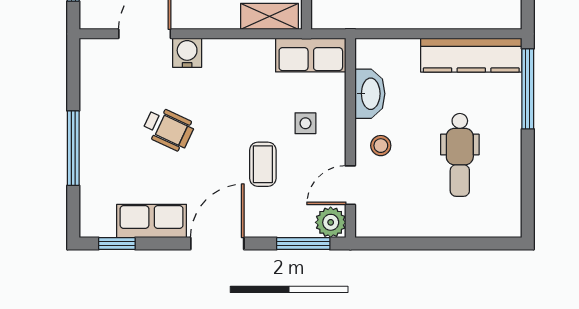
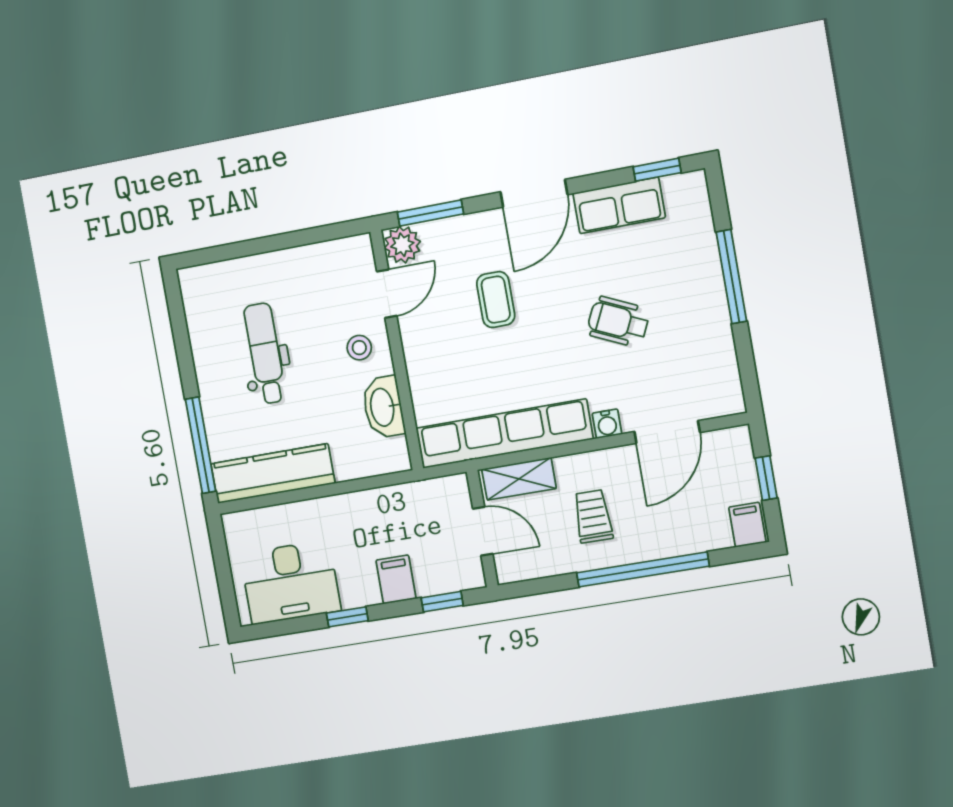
water cooler: (187, 53) -> (607, 424), width x0.72, depth x0.72
row of seats: (311, 55) -> (504, 434), width x2.02
side table: (305, 123) -> (453, 358), removed

